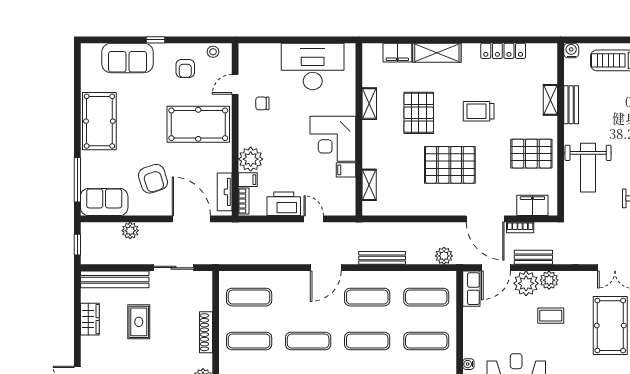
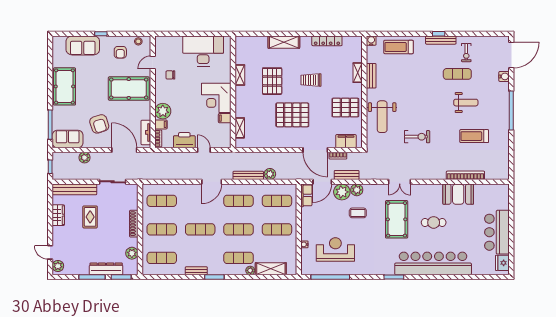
filing cabinet: (397, 53) -> (258, 42), removed
plant: (444, 256) -> (270, 174), moved

